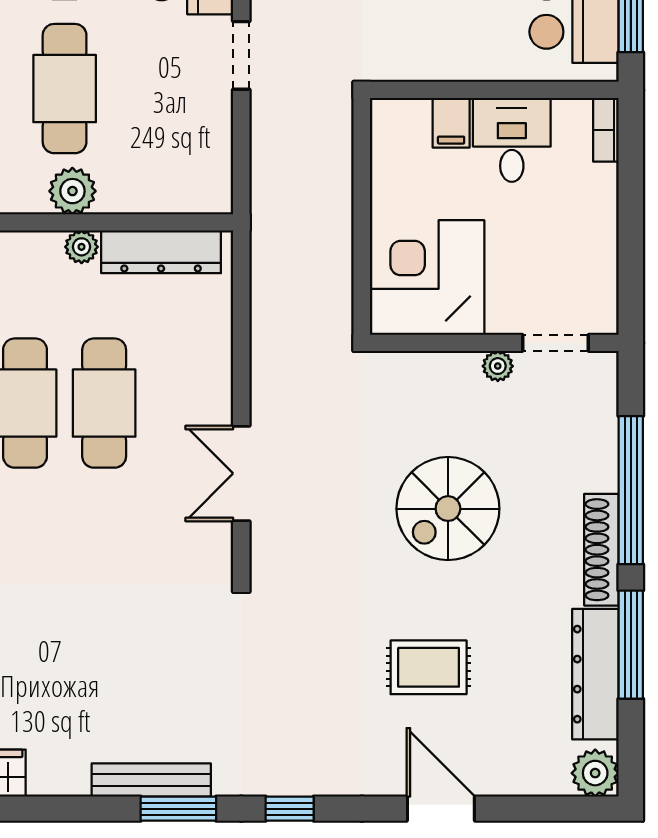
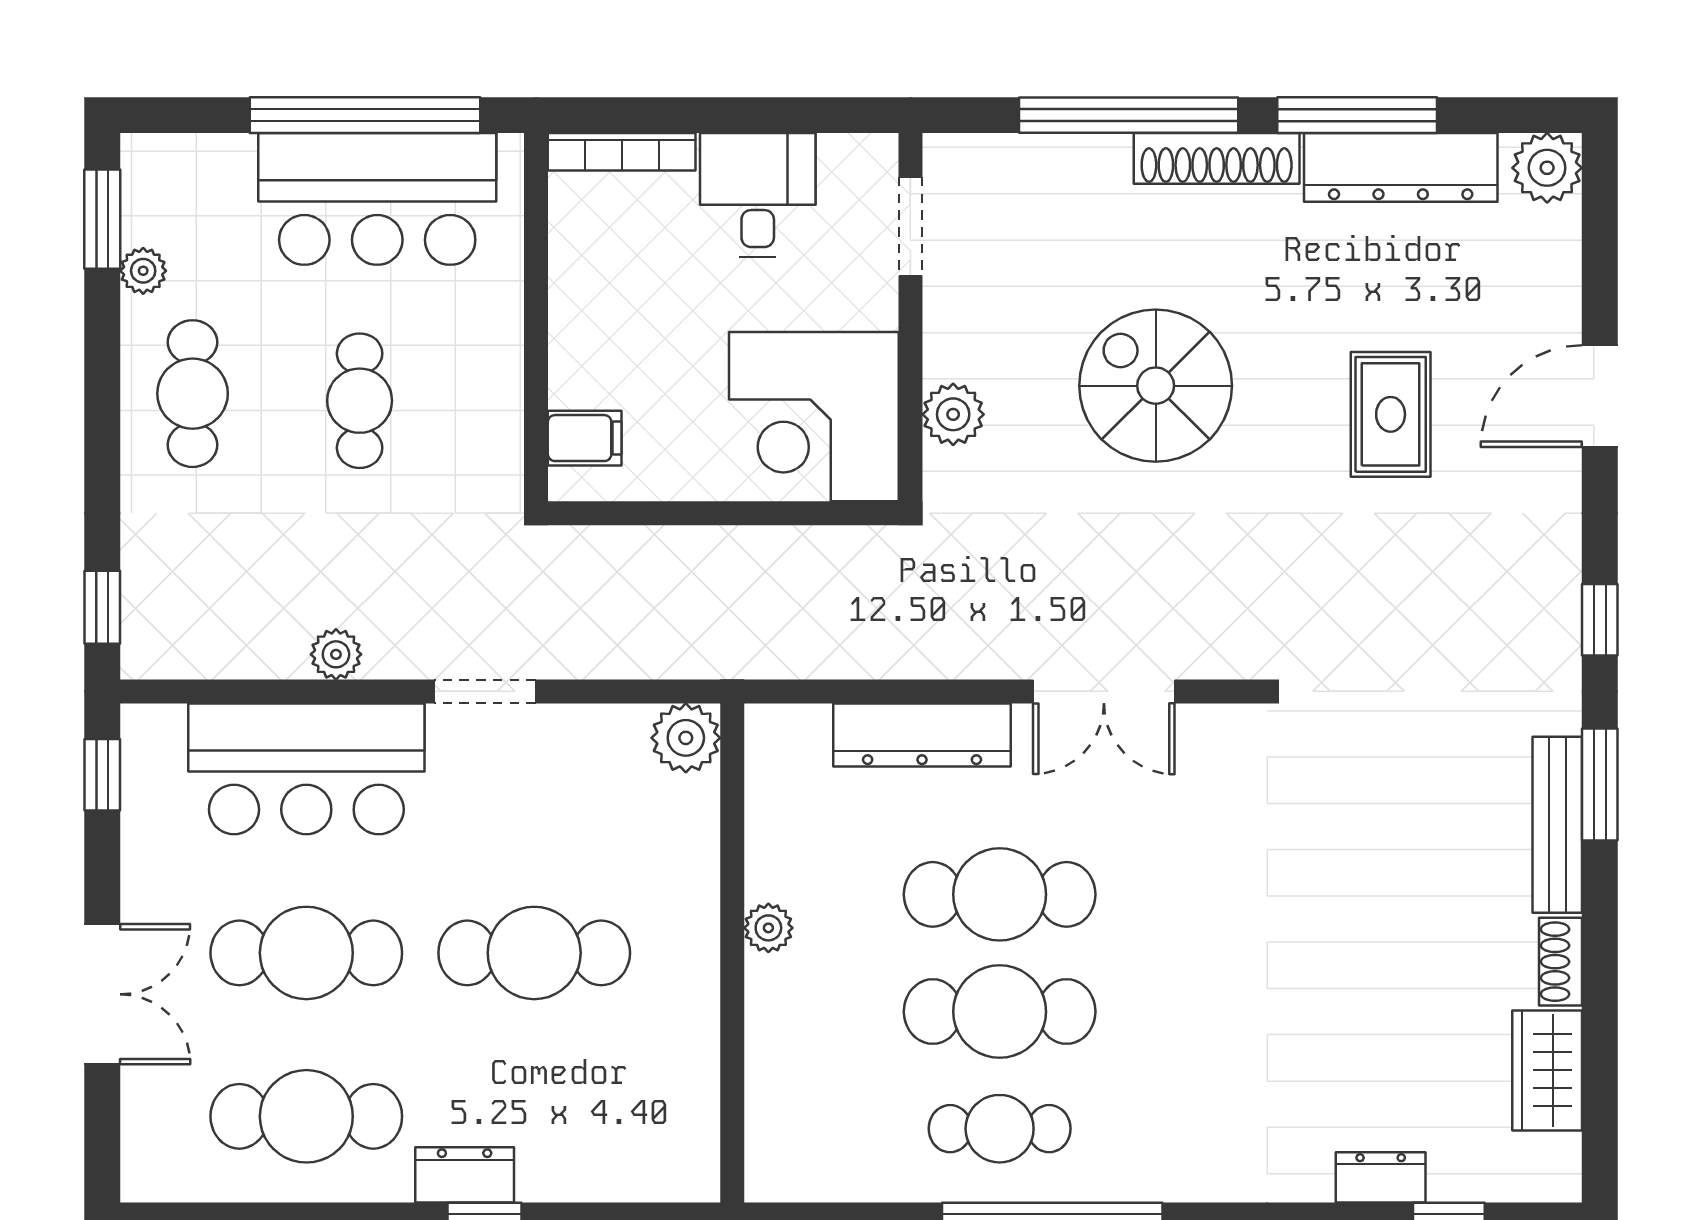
filing cabinet: (451, 123) -> (585, 438), moved
bookcase: (606, 130) -> (622, 152), width x1.56
desk: (512, 140) -> (758, 195), moved, turned 90
plant: (72, 191) -> (686, 738), moved
dresser: (161, 252) -> (922, 735), moved, turned 90
plant: (498, 366) -> (953, 414), moved, width x1.38, depth x1.38
spiral stairs: (448, 509) -> (1156, 386), turned 180
shoe rack: (59, 782) -> (1561, 962), added

